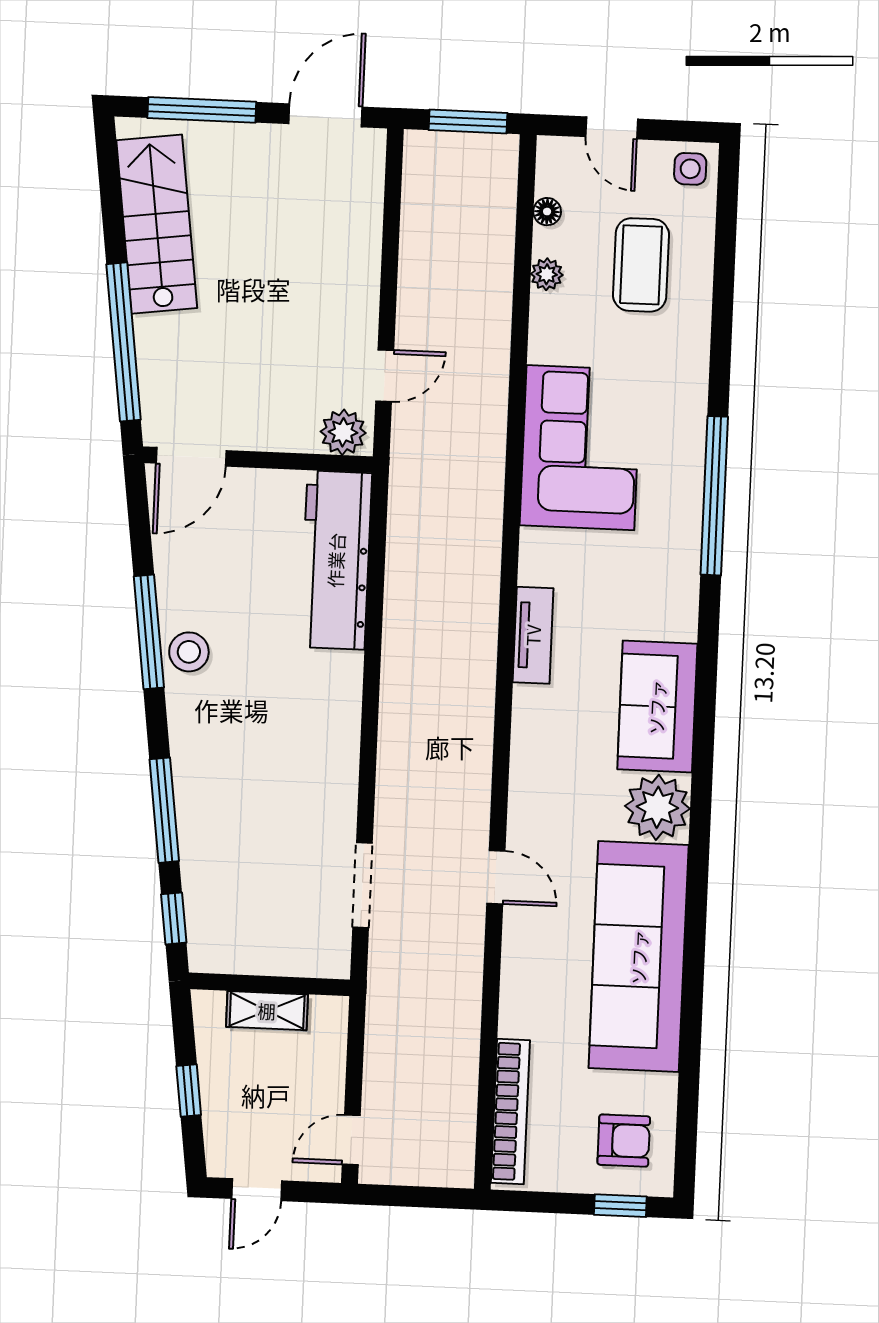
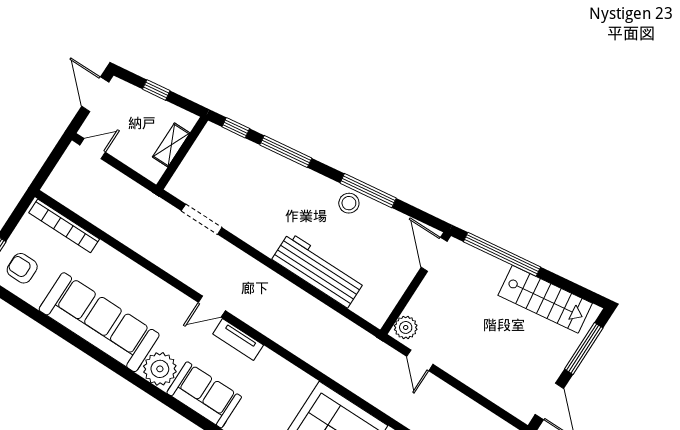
workbench: (336, 560) -> (318, 270), moved
tv unit: (533, 635) -> (238, 340), moved
door: (496, 877) -> (212, 306), moved
door: (351, 1140) -> (93, 149), hinge flipped
armchair: (624, 1141) -> (22, 268), turned 90
door: (257, 1190) -> (95, 94), width x1.38

